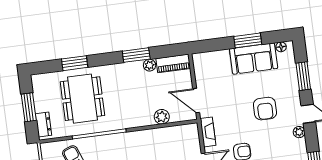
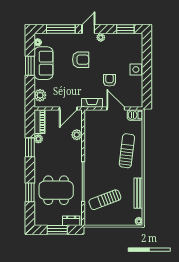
plant: (209, 60) -> (40, 95), added
window: (303, 76) -> (61, 29), width x1.44

